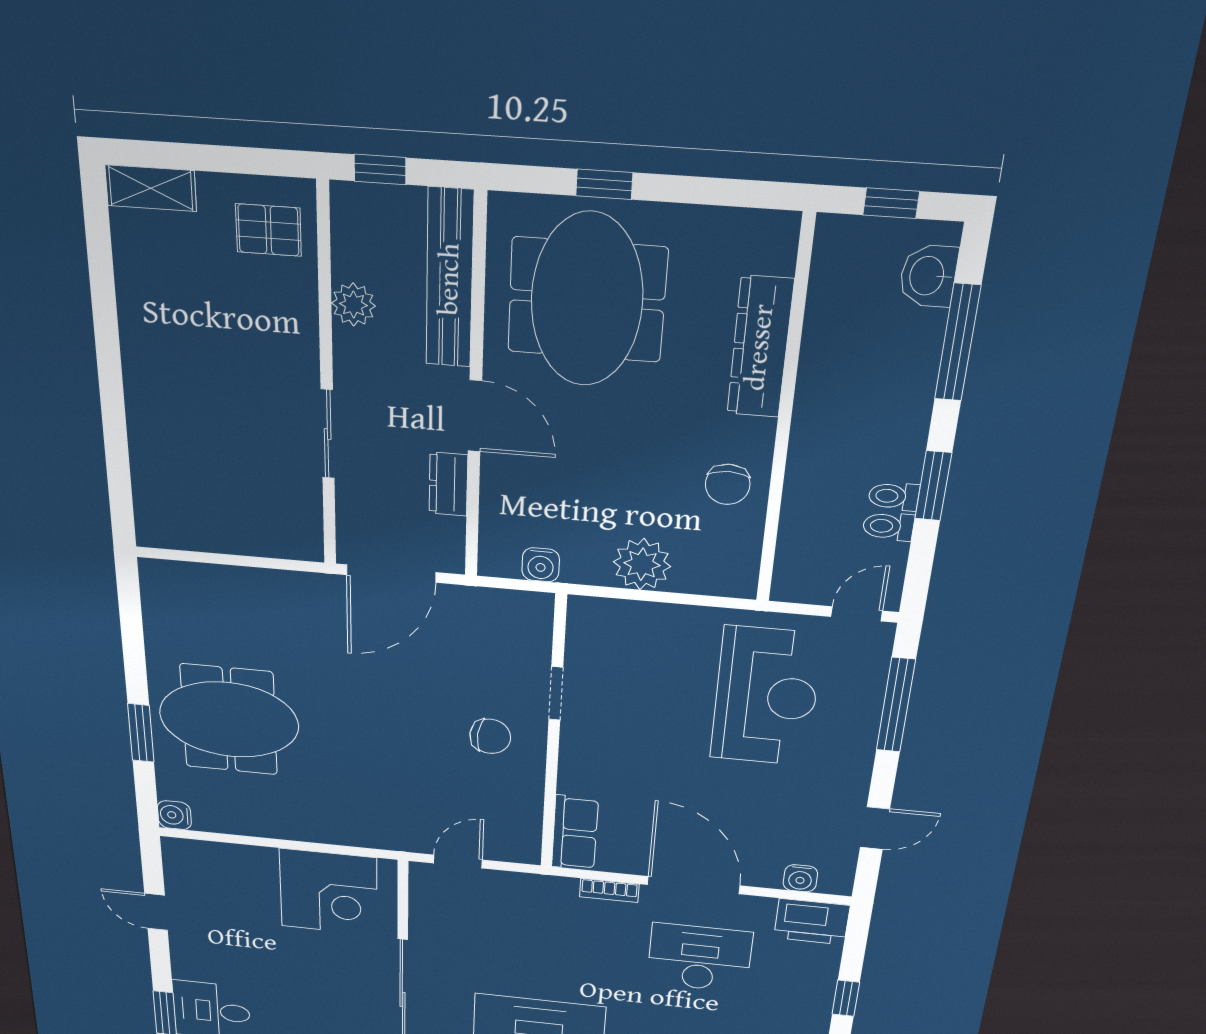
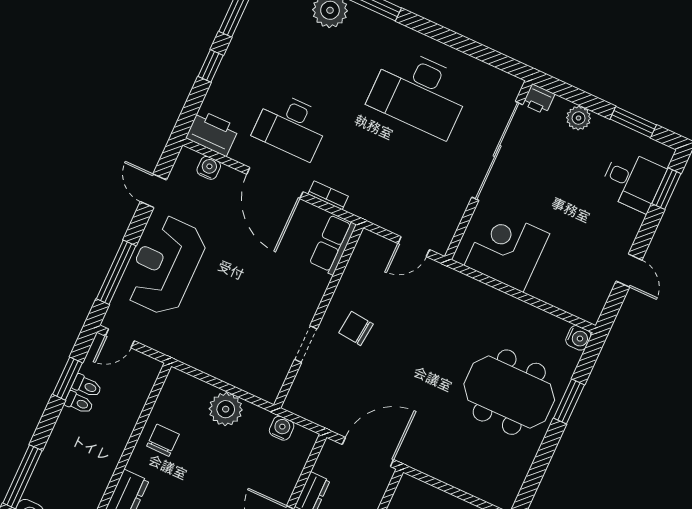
window: (933, 486) -> (67, 379), moved
reception desk: (766, 697) -> (165, 265), moved
door: (875, 828) -> (153, 191), hinge flipped

